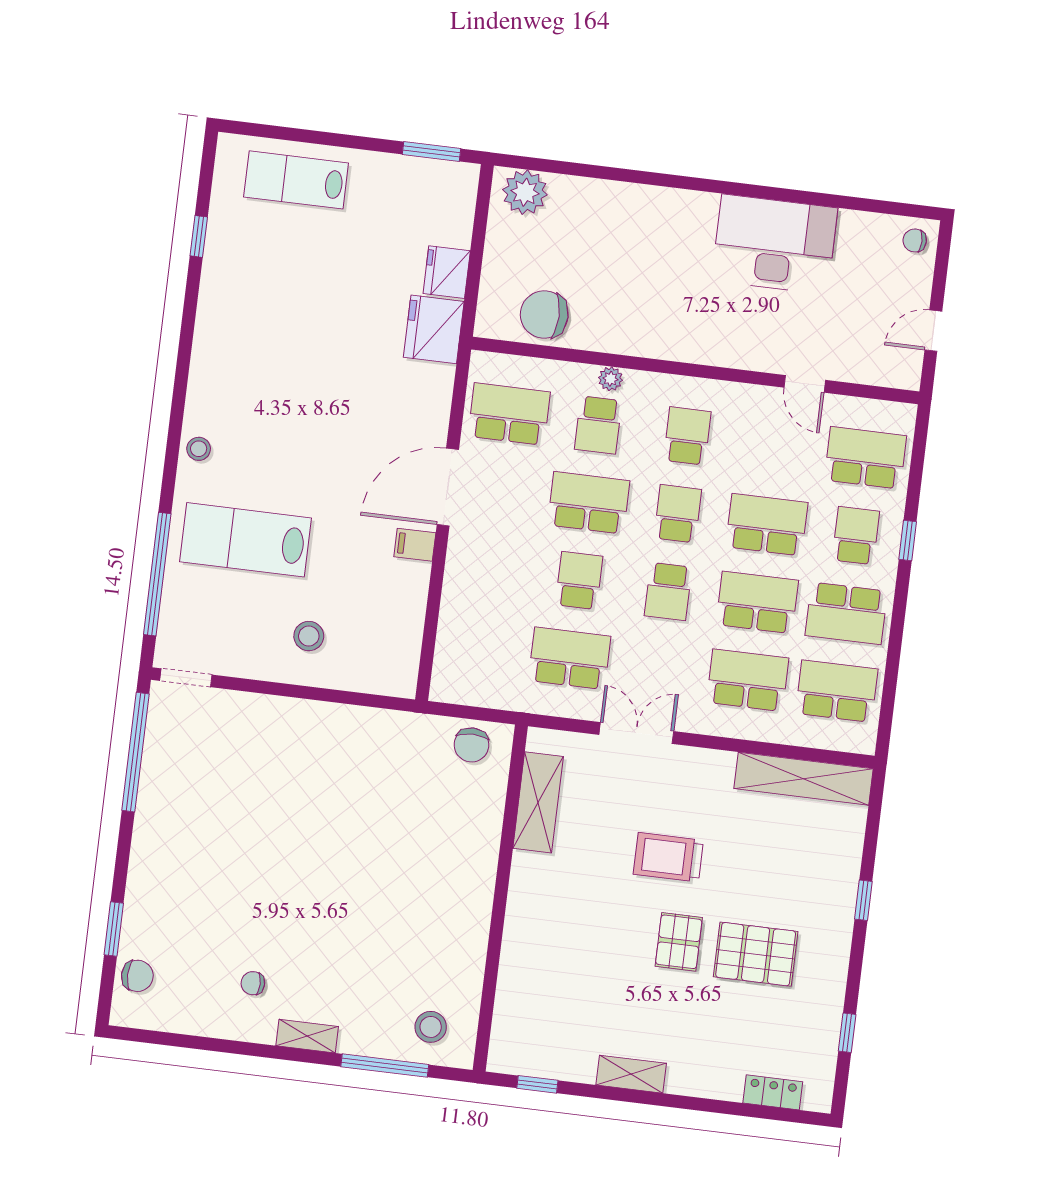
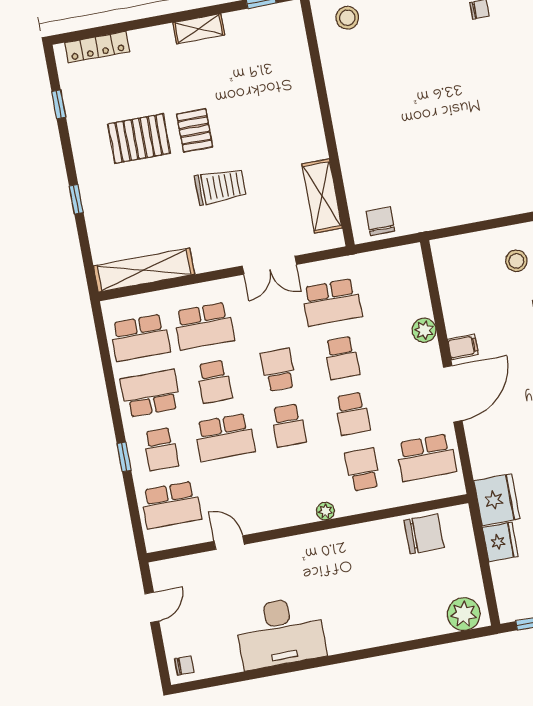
plant: (610, 379) -> (325, 511), moved
school desk: (687, 436) -> (299, 481), removed
school desk: (589, 503) -> (352, 414), width x0.54
plant: (459, 583) -> (424, 330), added
school desk: (757, 602) -> (214, 382), width x0.54
locker: (773, 1092) -> (97, 47), width x1.53

